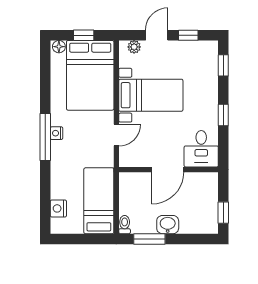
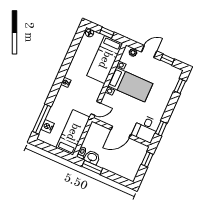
bed: (90, 75) -> (105, 60), width x0.67
window: (223, 115) -> (161, 128), moved
door: (116, 135) -> (96, 108), moved
window: (45, 137) -> (42, 119), moved
window: (223, 213) -> (147, 159), moved
washbasin: (168, 225) -> (92, 157), moved

